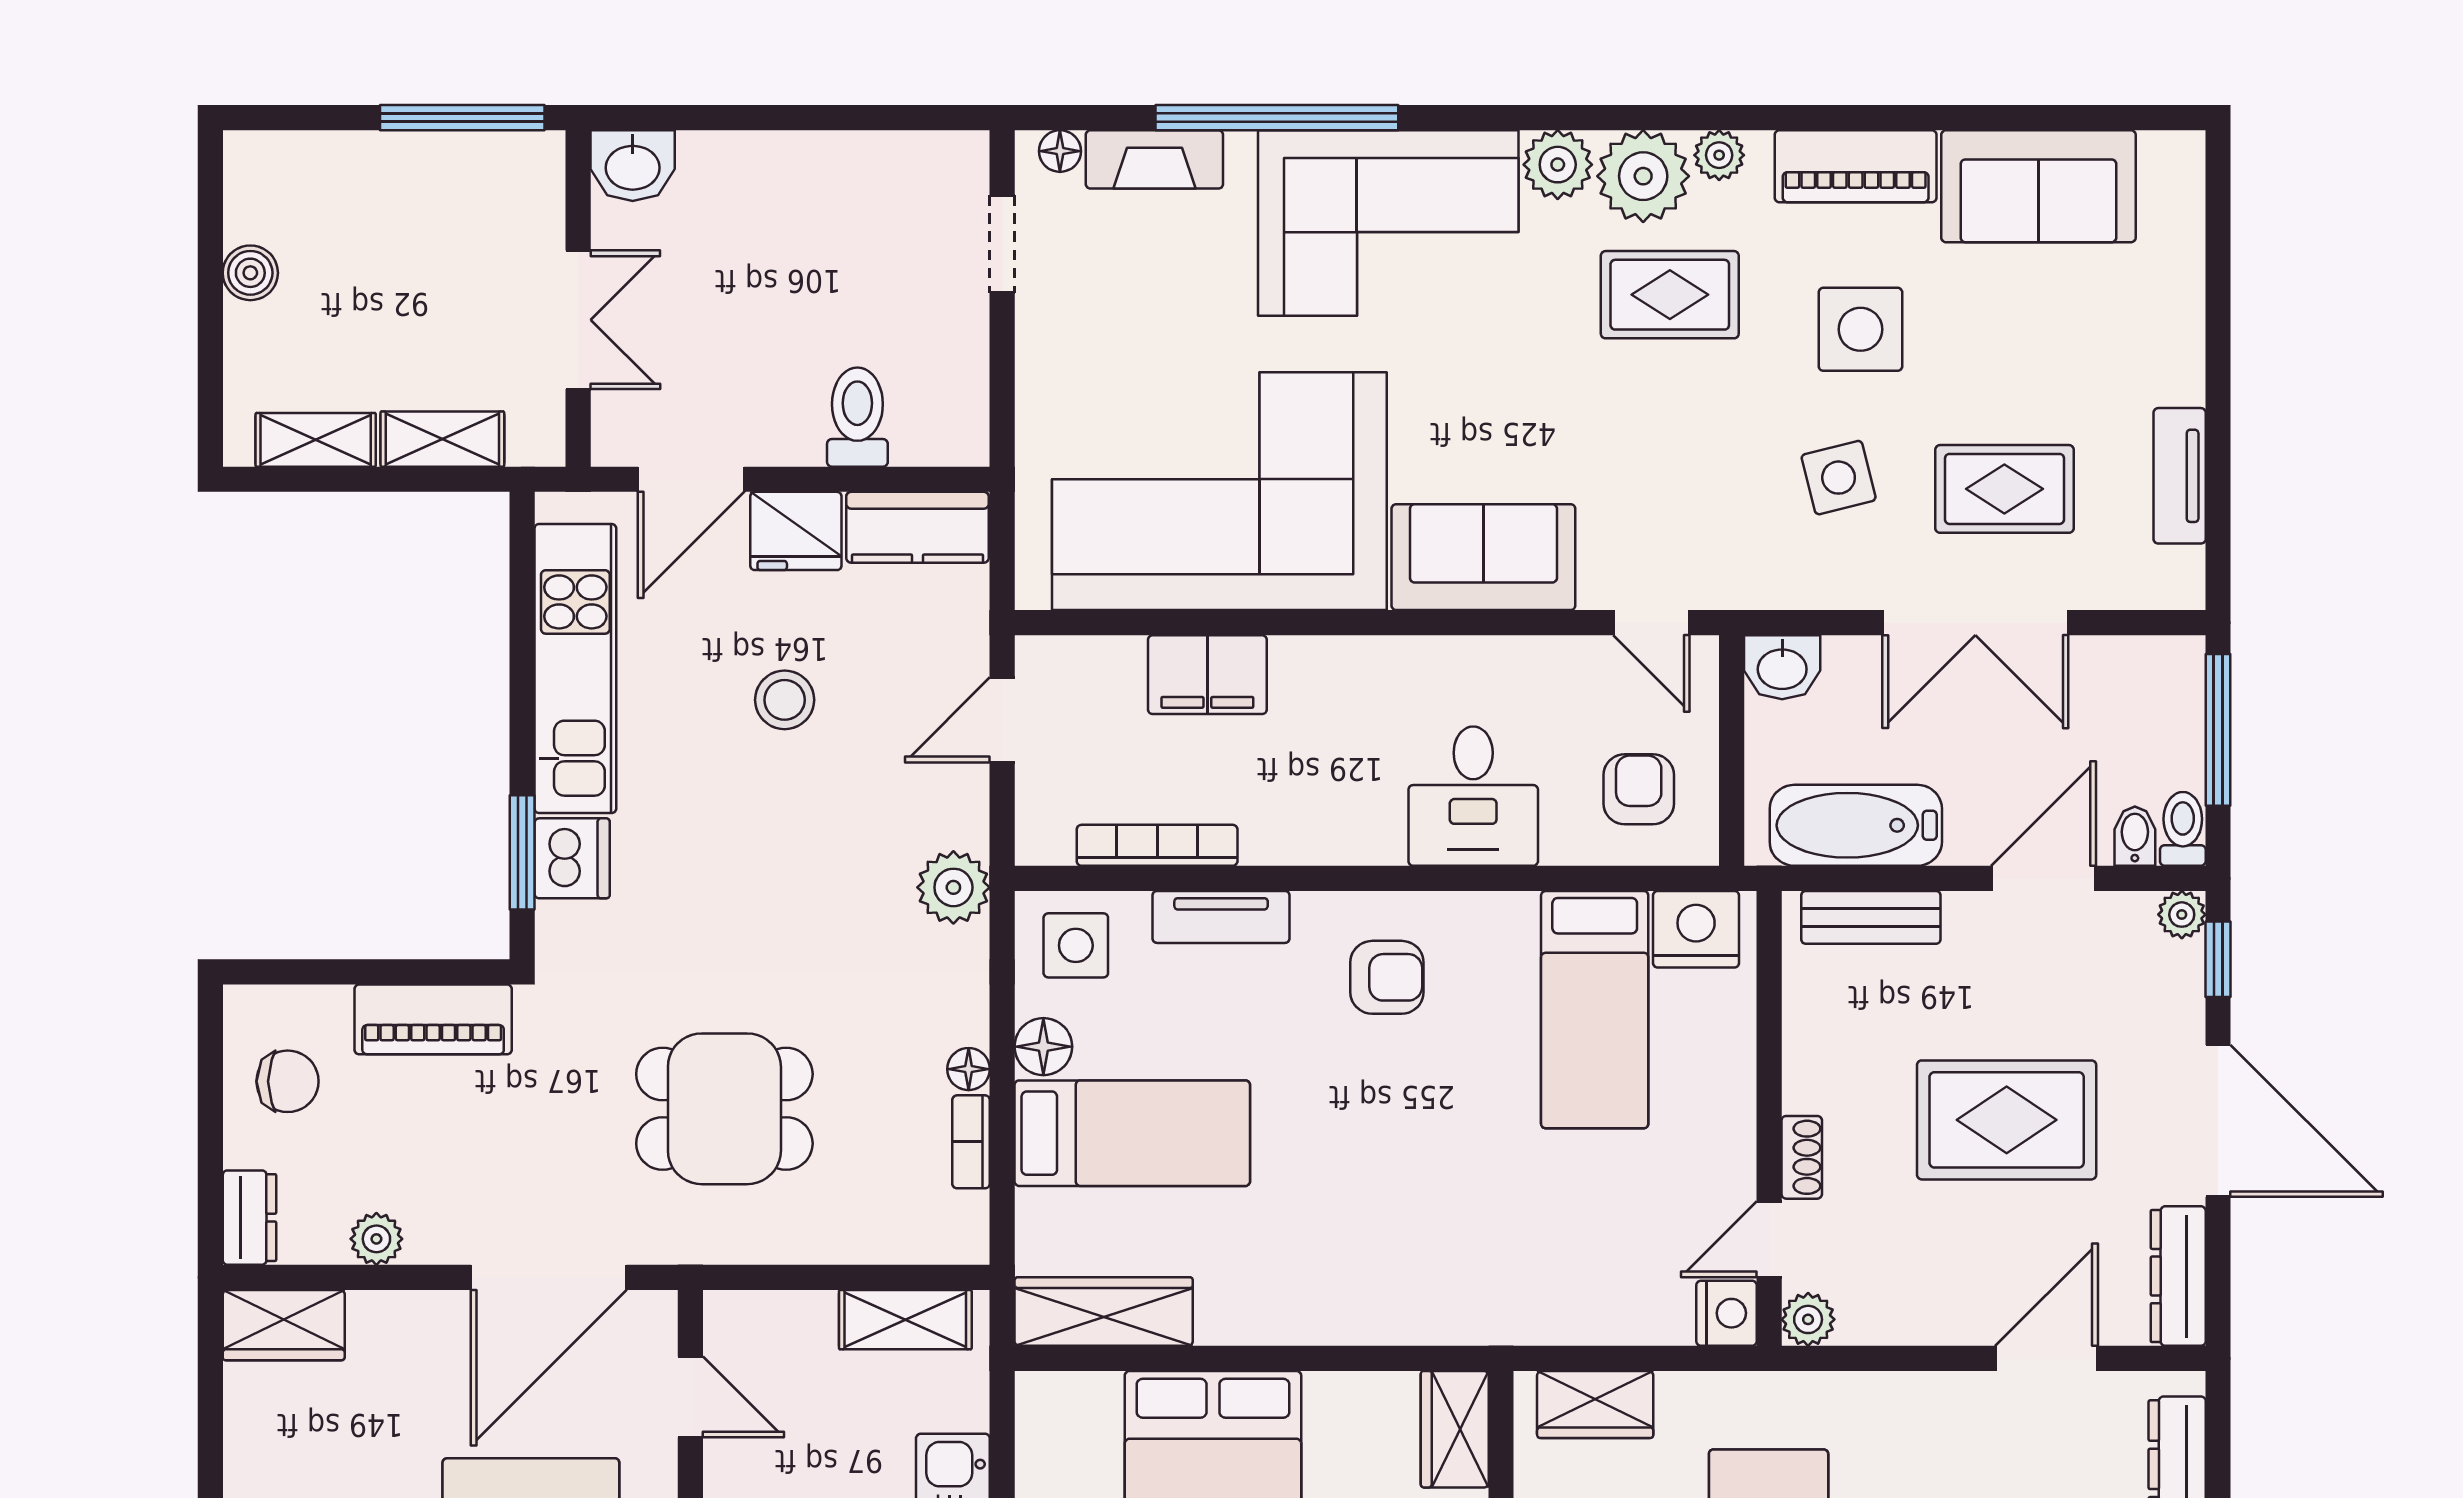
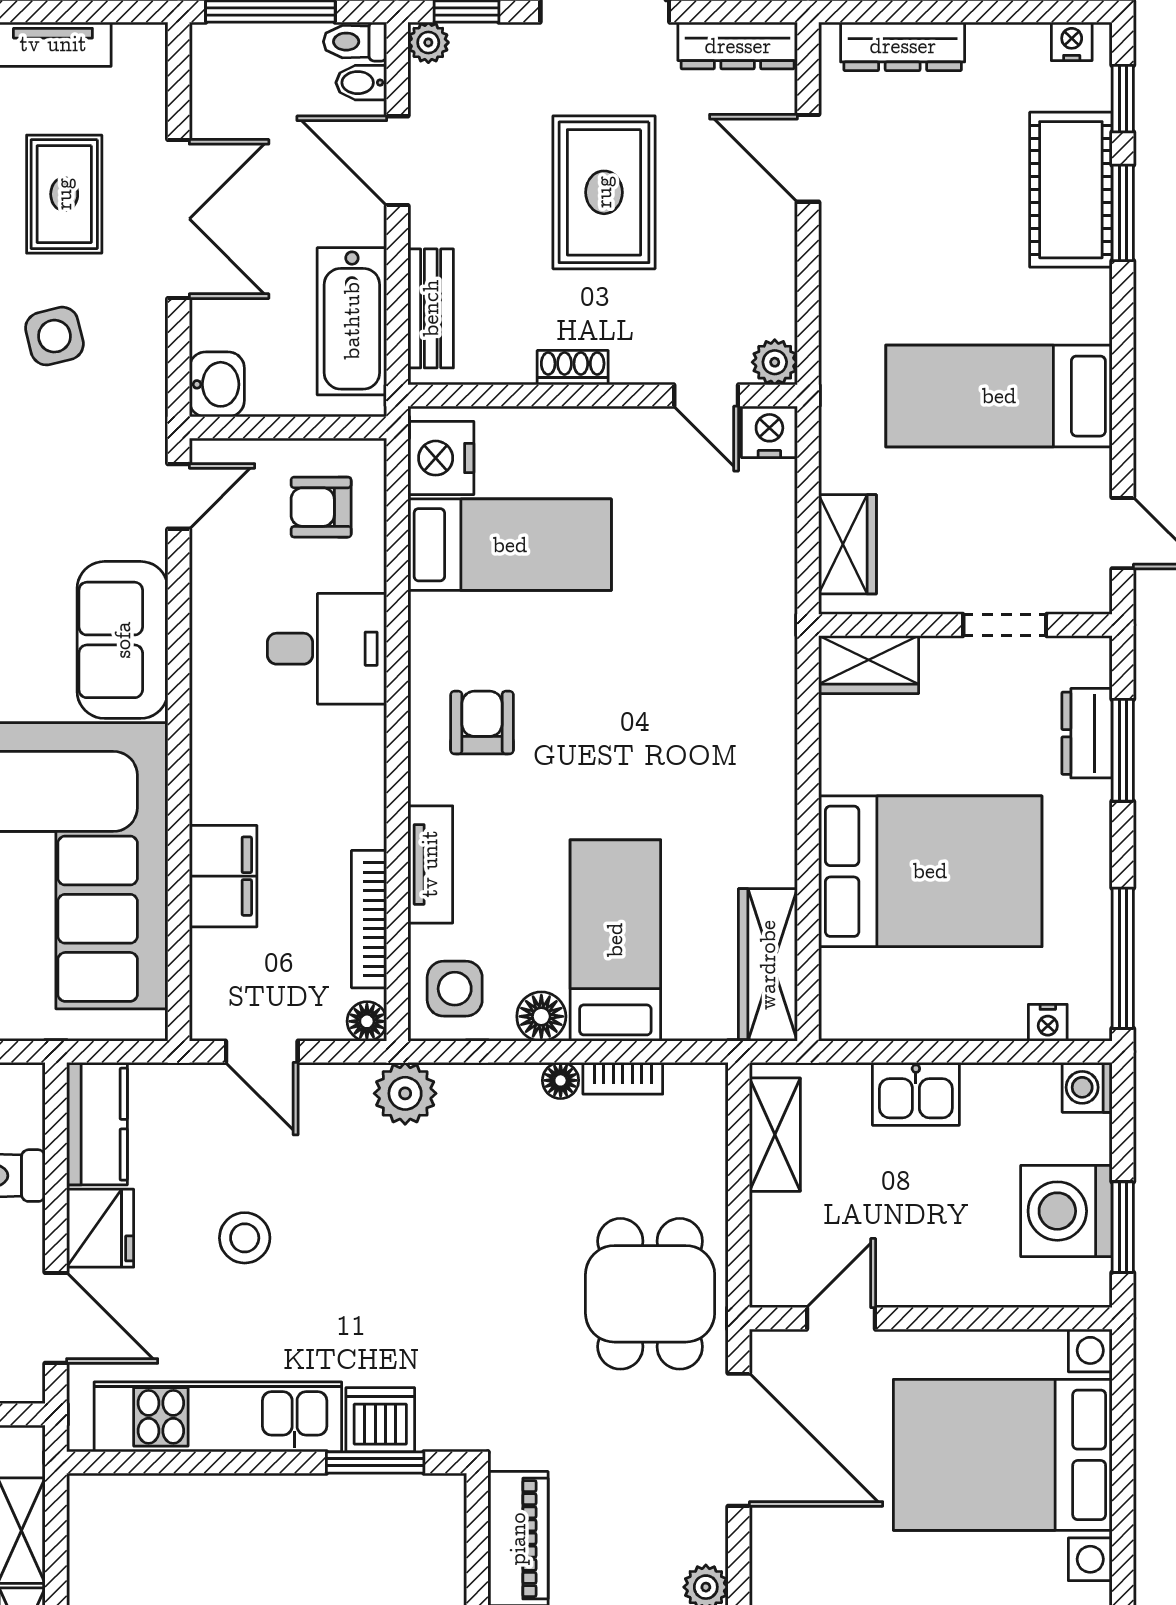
floor lamp: (1038, 843) -> (367, 1021), added
dining table: (724, 1109) -> (650, 1294), moved
shoe rack: (1802, 1157) -> (573, 368), moved

